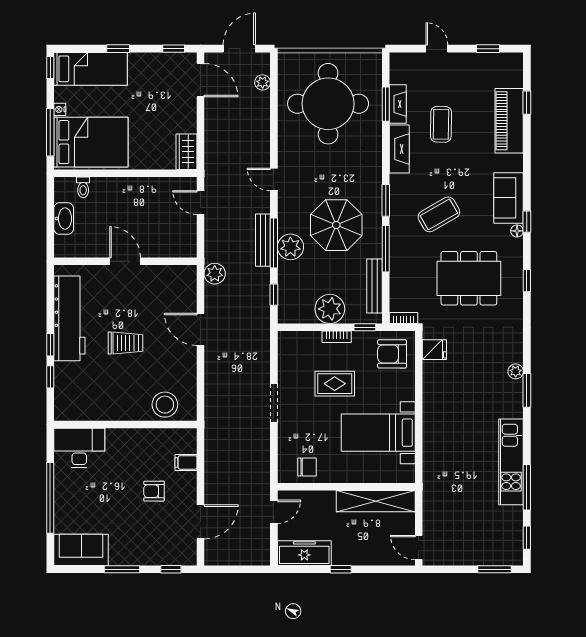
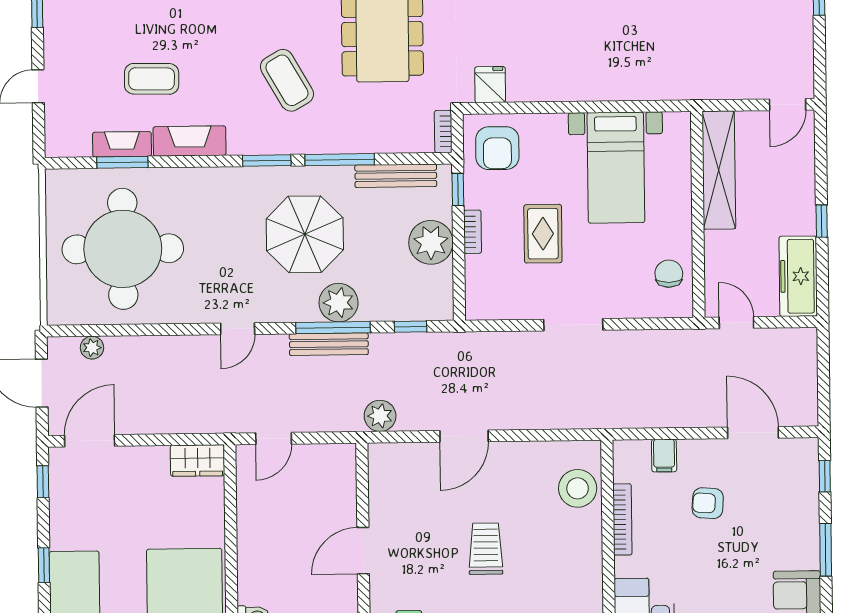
bookcase: (144, 434) -> (622, 519), added
armchair: (154, 491) -> (708, 503), turned 94

